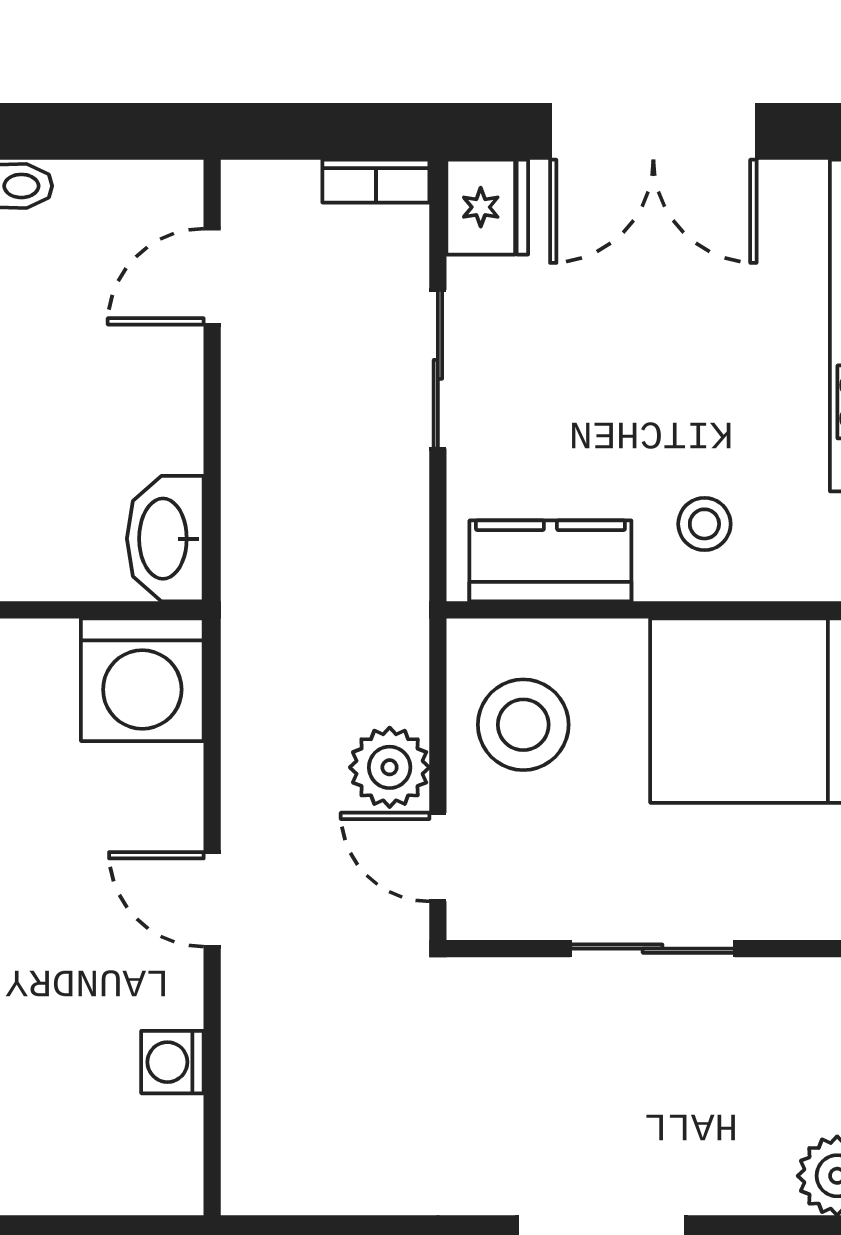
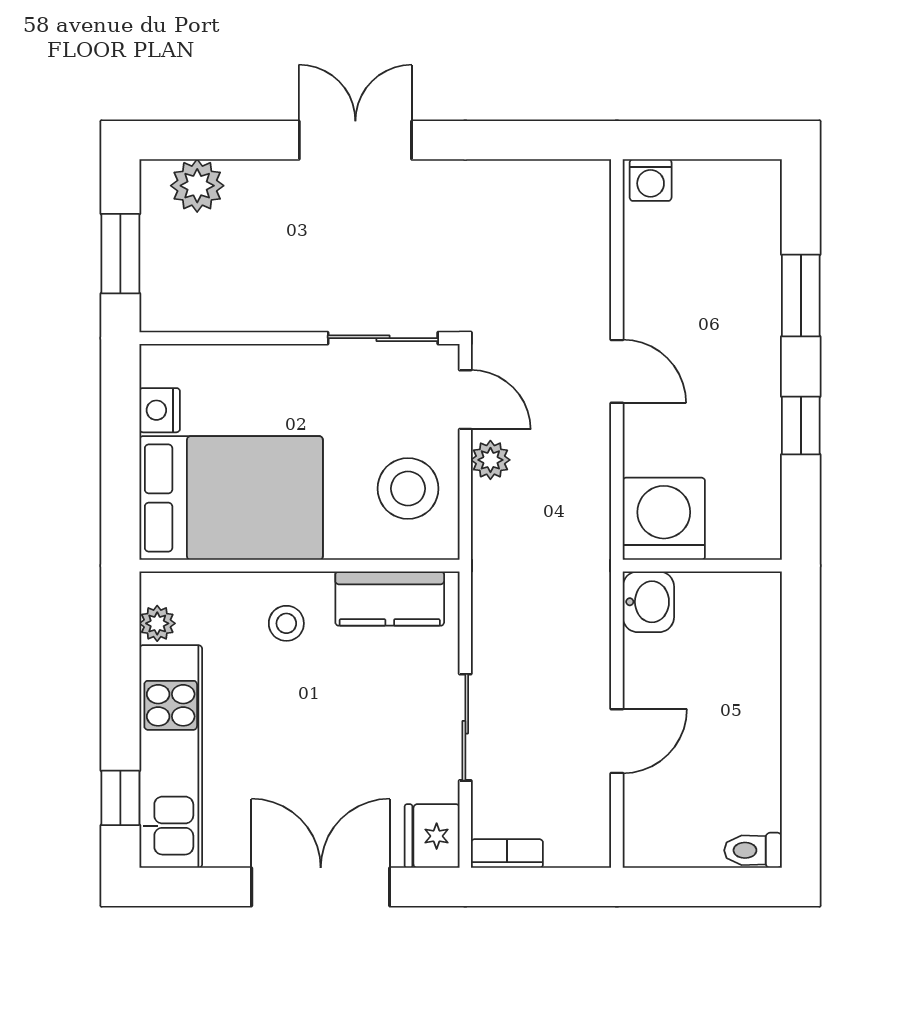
door: (212, 277) -> (617, 741), moved
washbasin: (165, 539) -> (648, 602), width x0.72
plant: (390, 767) -> (490, 460), width x0.73, depth x0.73
sliding door: (653, 949) -> (383, 338), moved
washing machine: (172, 1062) -> (651, 180), moved, turned 90

